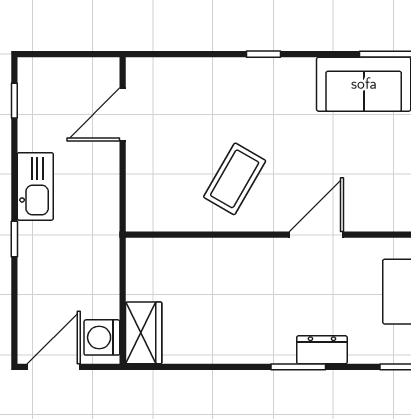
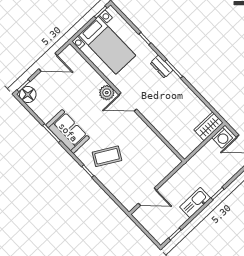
coffee table: (235, 179) -> (107, 156), moved
plant: (366, 214) -> (107, 93), added

